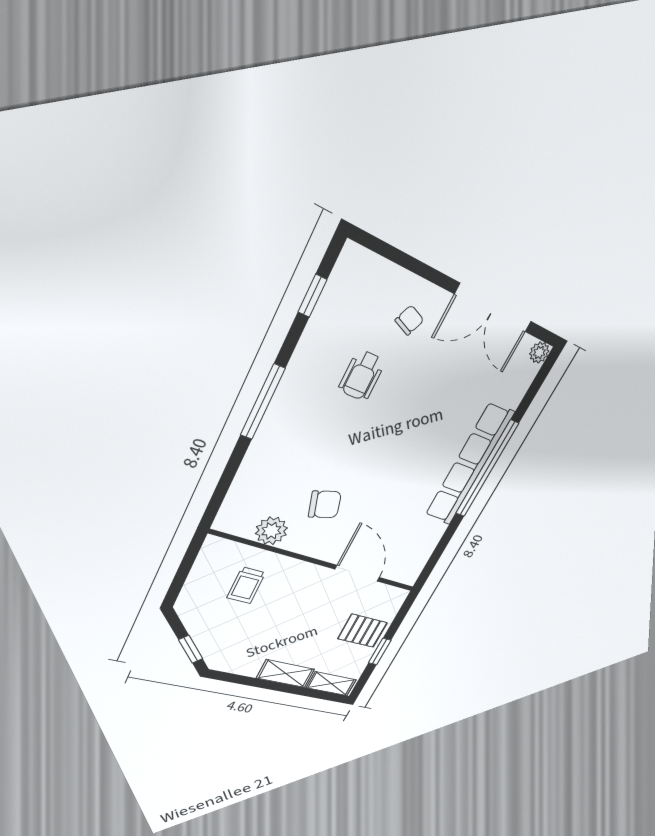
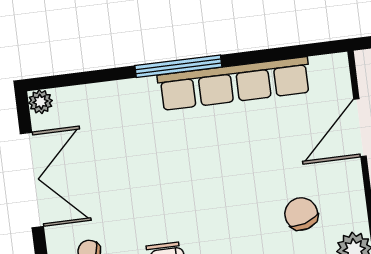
row of seats: (469, 465) -> (234, 84), moved
window: (487, 469) -> (178, 66), width x0.68

